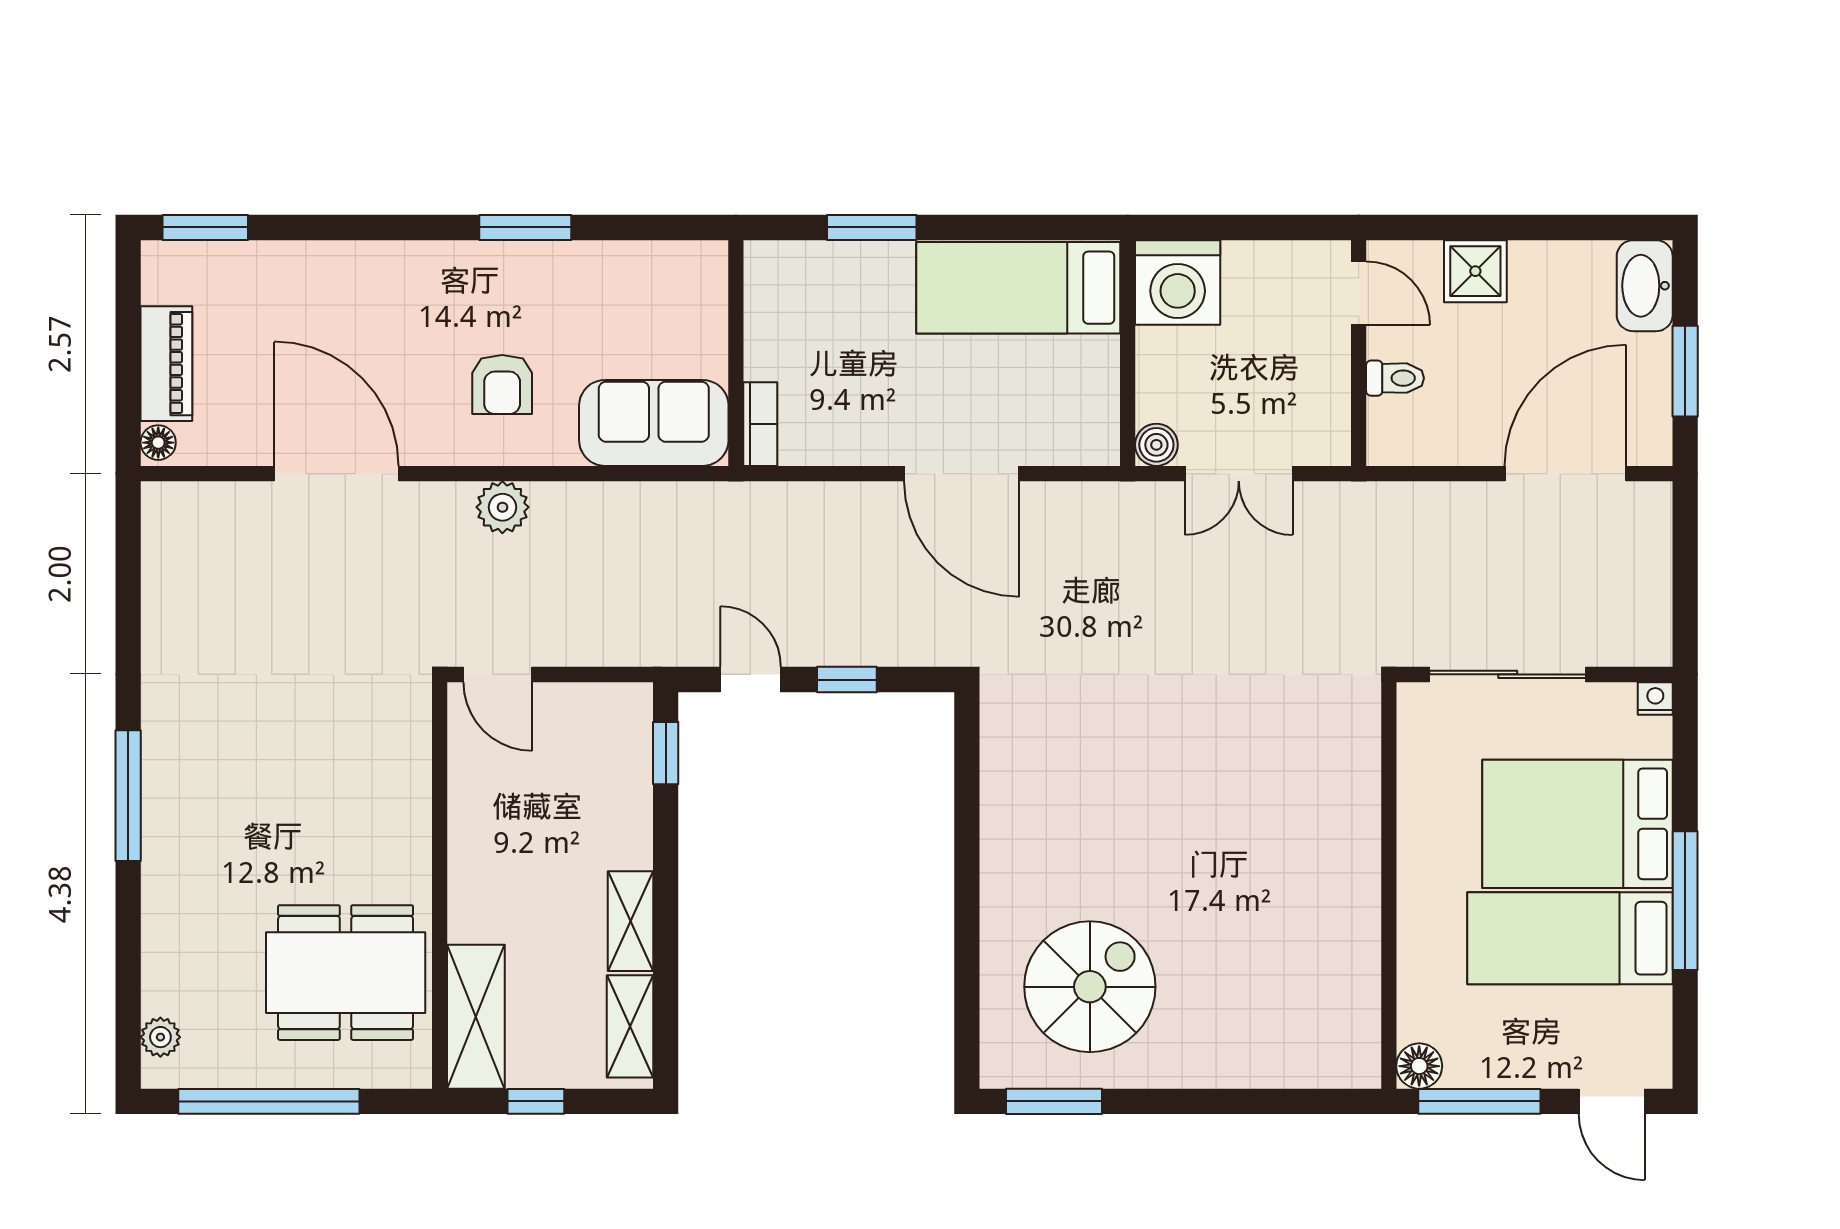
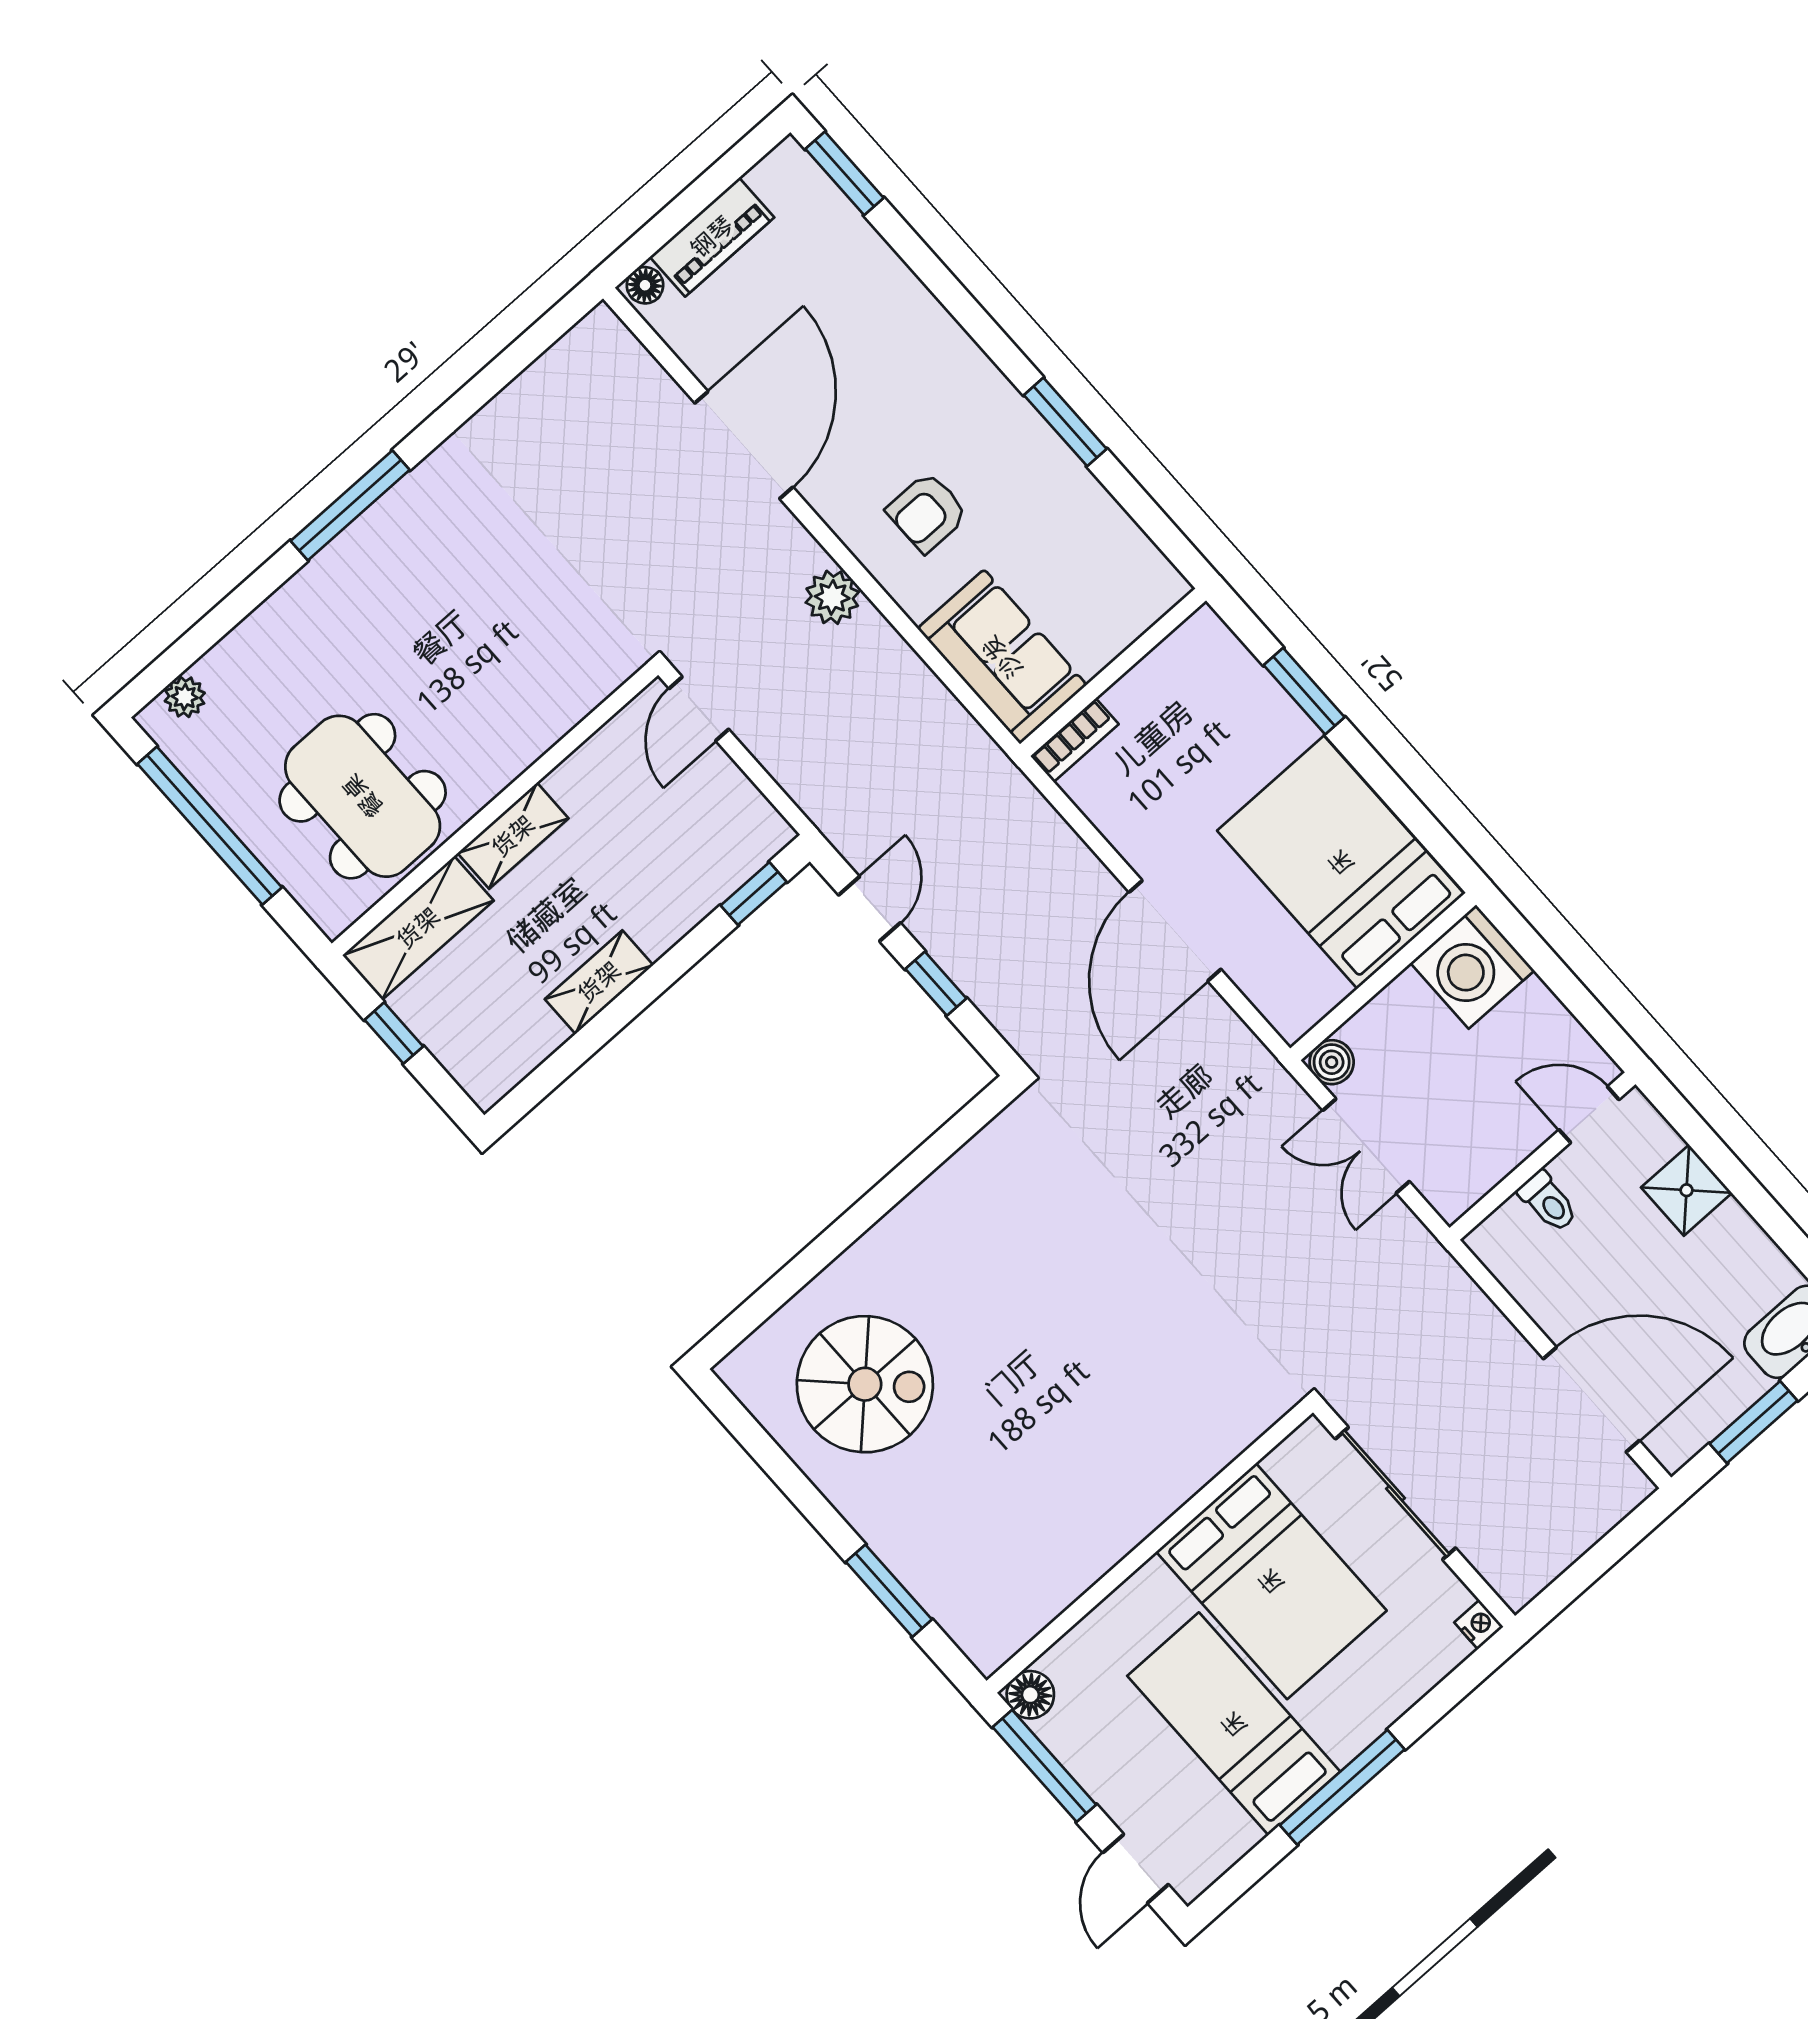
bed: (1018, 288) -> (1341, 862), width x1.50
door: (1359, 293) -> (1589, 1115), swing flipped
bed: (1578, 824) -> (1271, 1581), moved, turned 180
shelving: (630, 1026) -> (513, 836), moved
window: (1054, 1101) -> (889, 1591), moved

